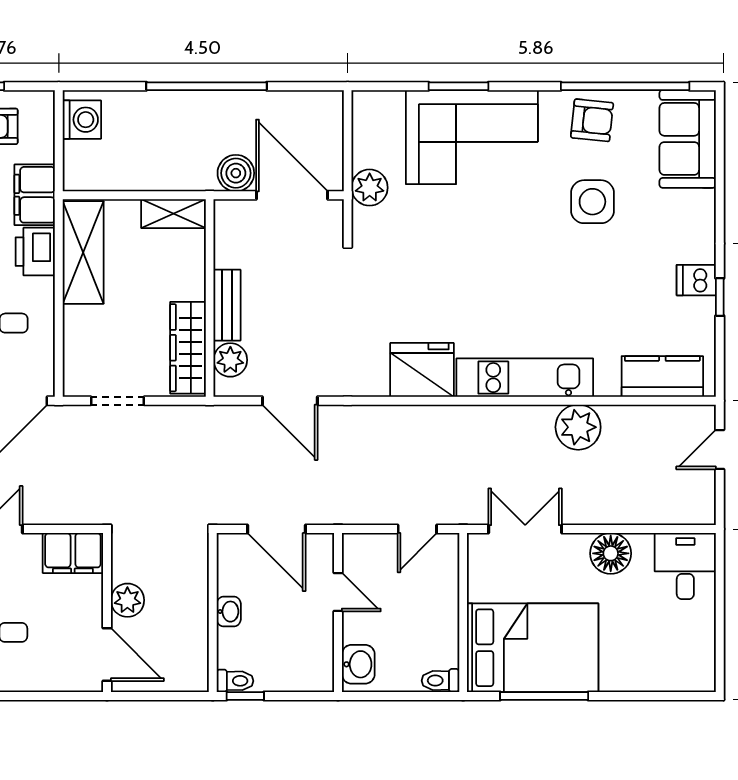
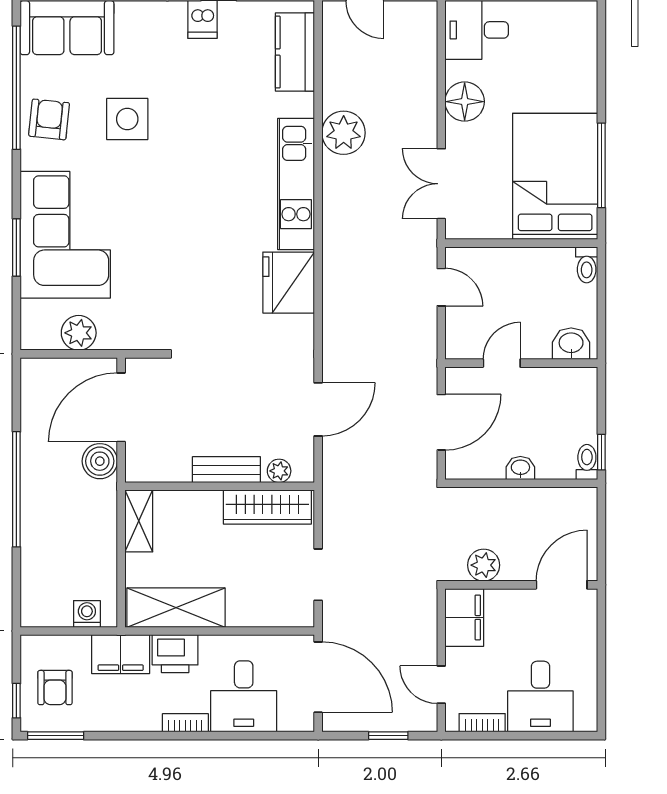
washing machine: (82, 120) -> (87, 614), moved, width x0.73, depth x0.73
plant: (370, 188) -> (79, 333), moved
plant: (230, 360) -> (279, 471), width x0.73, depth x0.73
plant: (127, 600) -> (484, 565), moved

